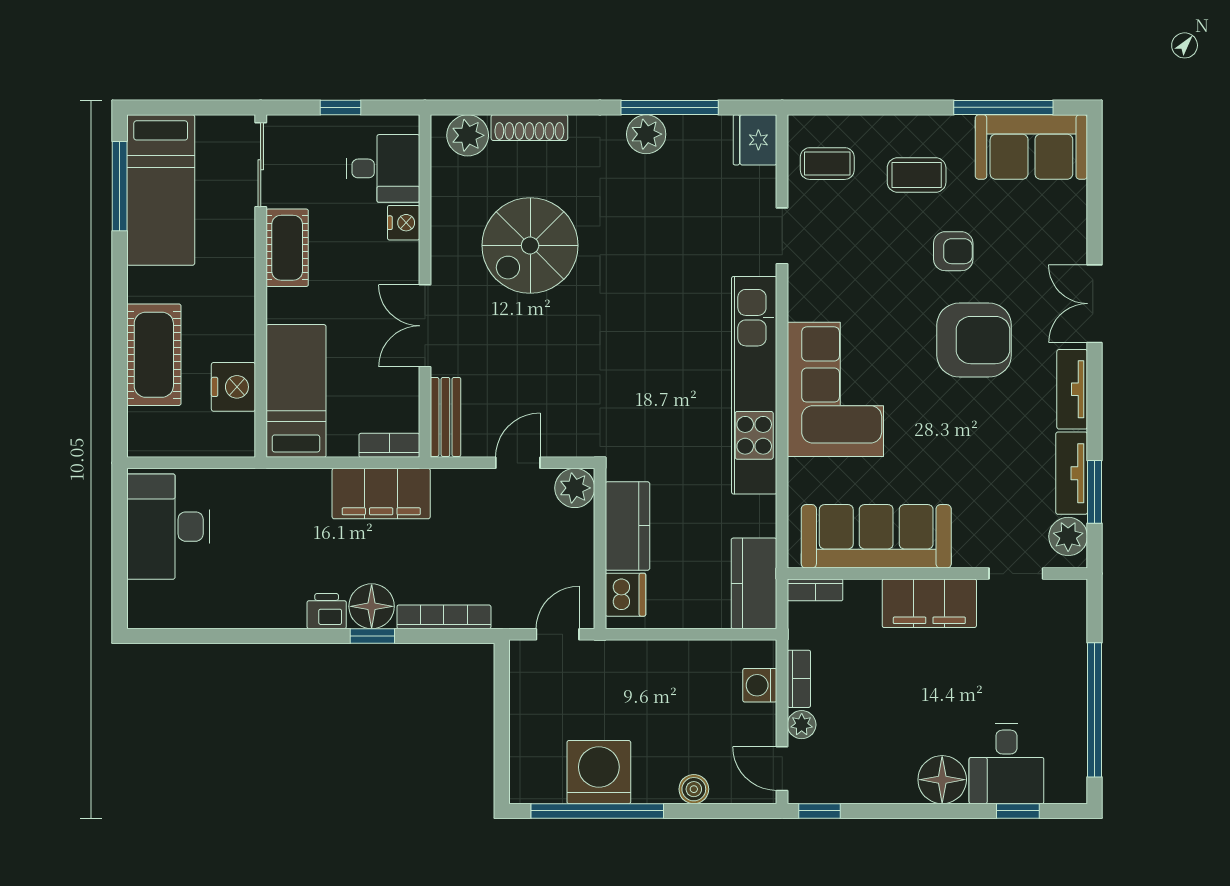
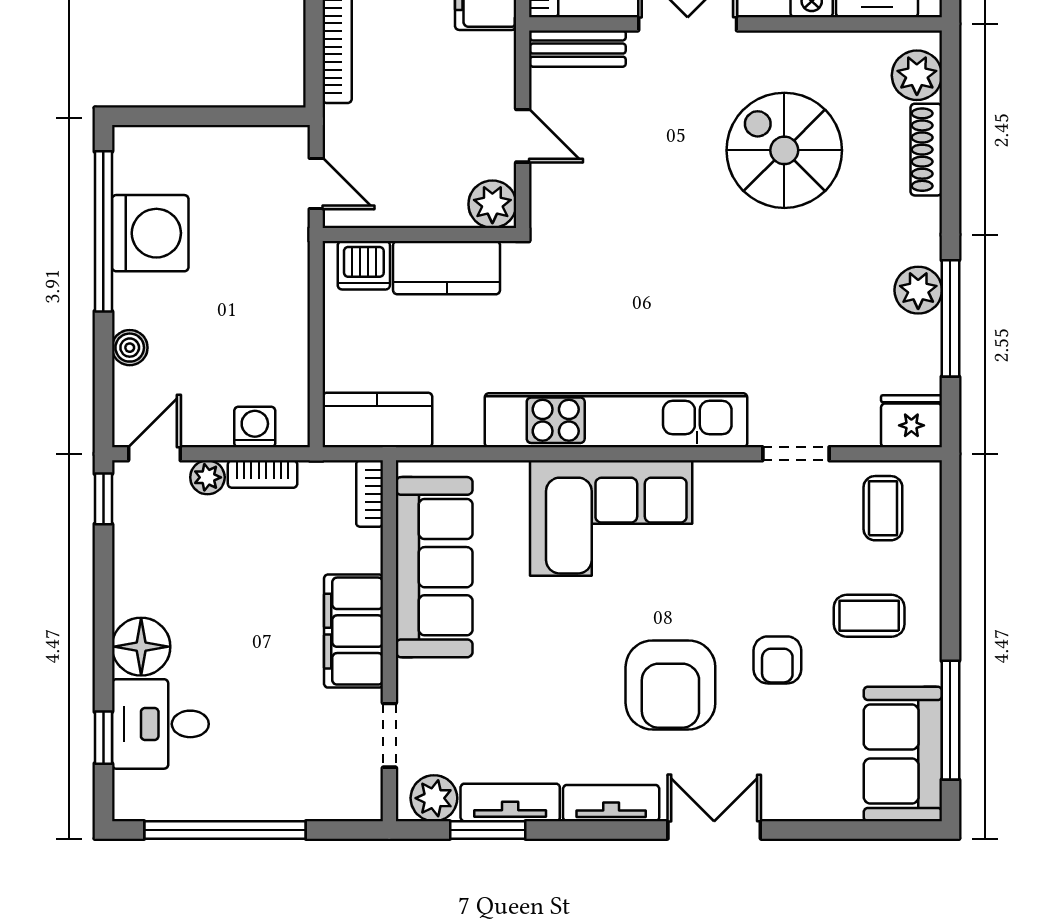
coffee table: (917, 175) -> (869, 616), turned 90

